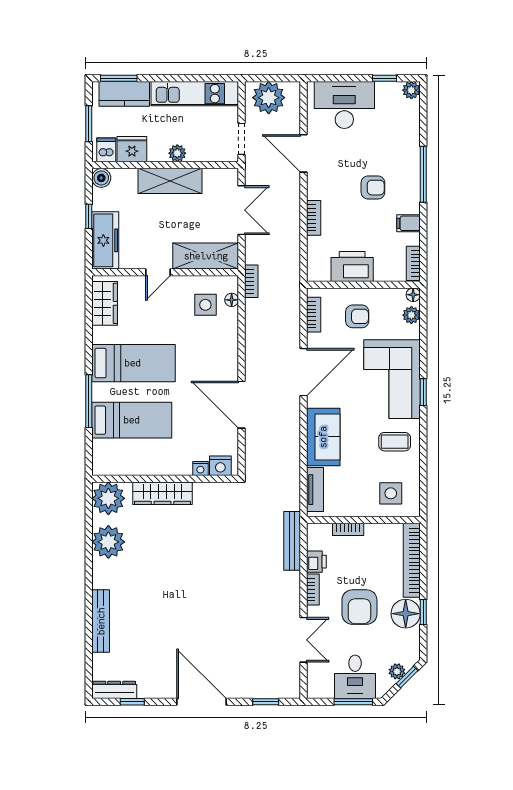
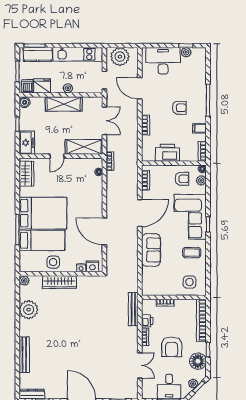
plant: (411, 90) -> (186, 52), moved
freezer: (105, 240) -> (27, 143), width x0.71
side table: (205, 305) -> (53, 262), moved
armchair: (357, 316) -> (182, 179), moved
bed: (133, 363) -> (43, 213), width x1.50
tv unit: (315, 490) -> (146, 280), removed
plant: (108, 498) -> (24, 281), width x0.53, depth x0.53
floor lamp: (406, 614) -> (198, 361), moved

